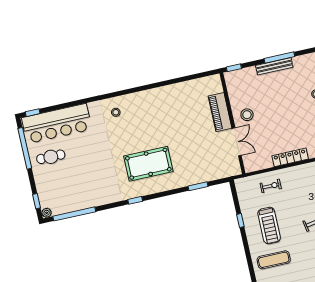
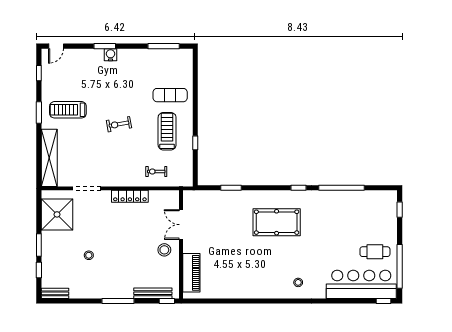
bench: (274, 66) -> (153, 293), moved
piano: (220, 112) -> (191, 273), moved
plant: (47, 213) -> (392, 195), removed
window: (74, 214) -> (341, 188), moved

